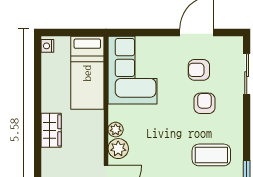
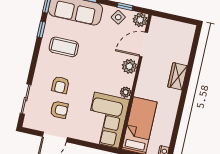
wardrobe: (51, 130) -> (178, 76), moved
plant: (116, 130) -> (126, 92), moved

